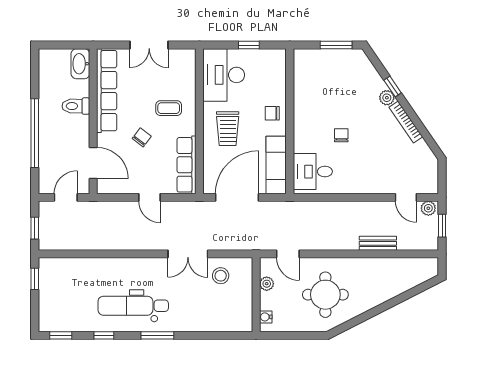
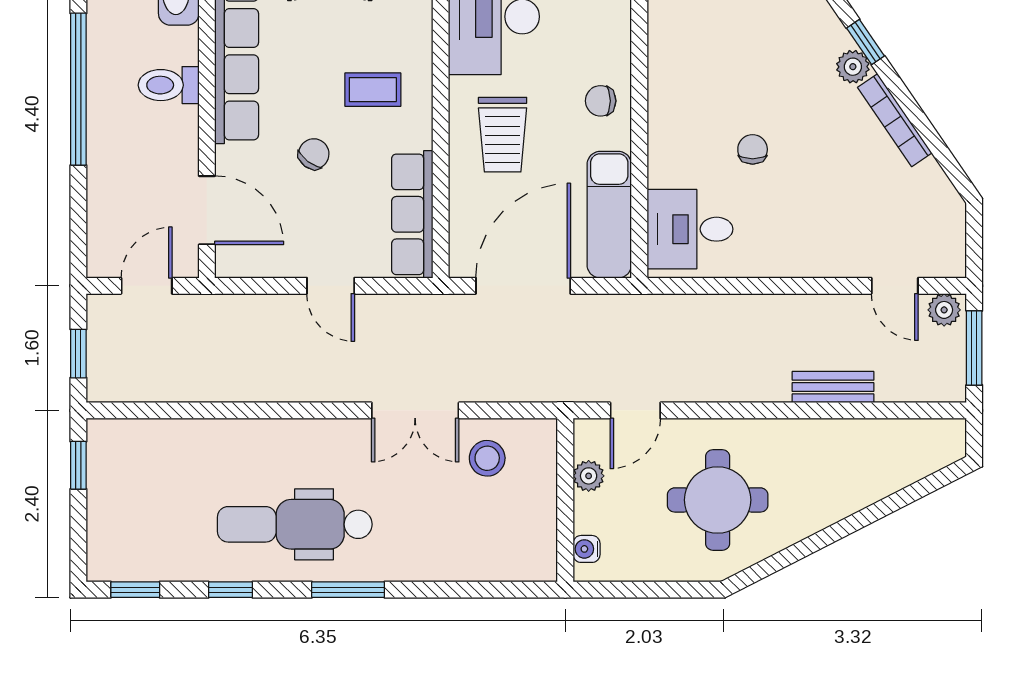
window: (35, 133) -> (78, 89), moved
window: (442, 226) -> (974, 348), width x1.50
door: (288, 254) -> (635, 410), hinge flipped

